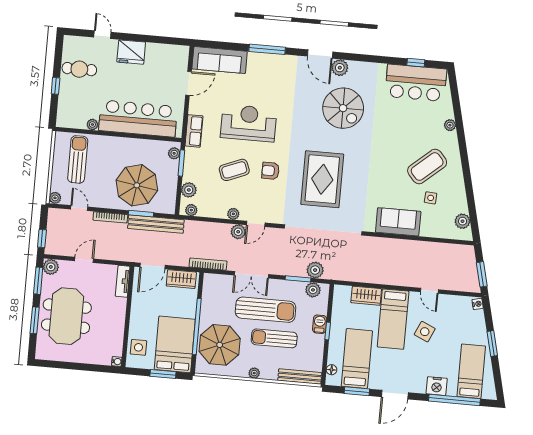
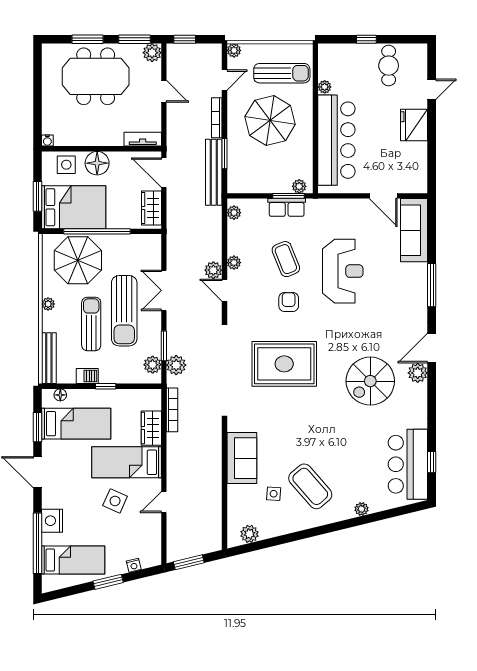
row of seats: (194, 131) -> (287, 207), moved
parasol: (137, 185) -> (270, 120), moved
plant: (189, 190) -> (257, 207), removed
bookcase: (208, 264) -> (172, 410), moved
nightstand: (478, 304) -> (134, 565), moved
floor lamp: (139, 321) -> (97, 163), added
barbecue: (320, 324) -> (87, 376), moved

